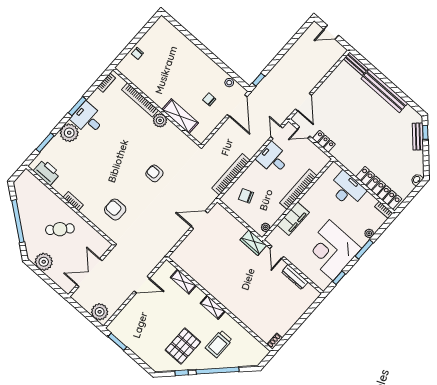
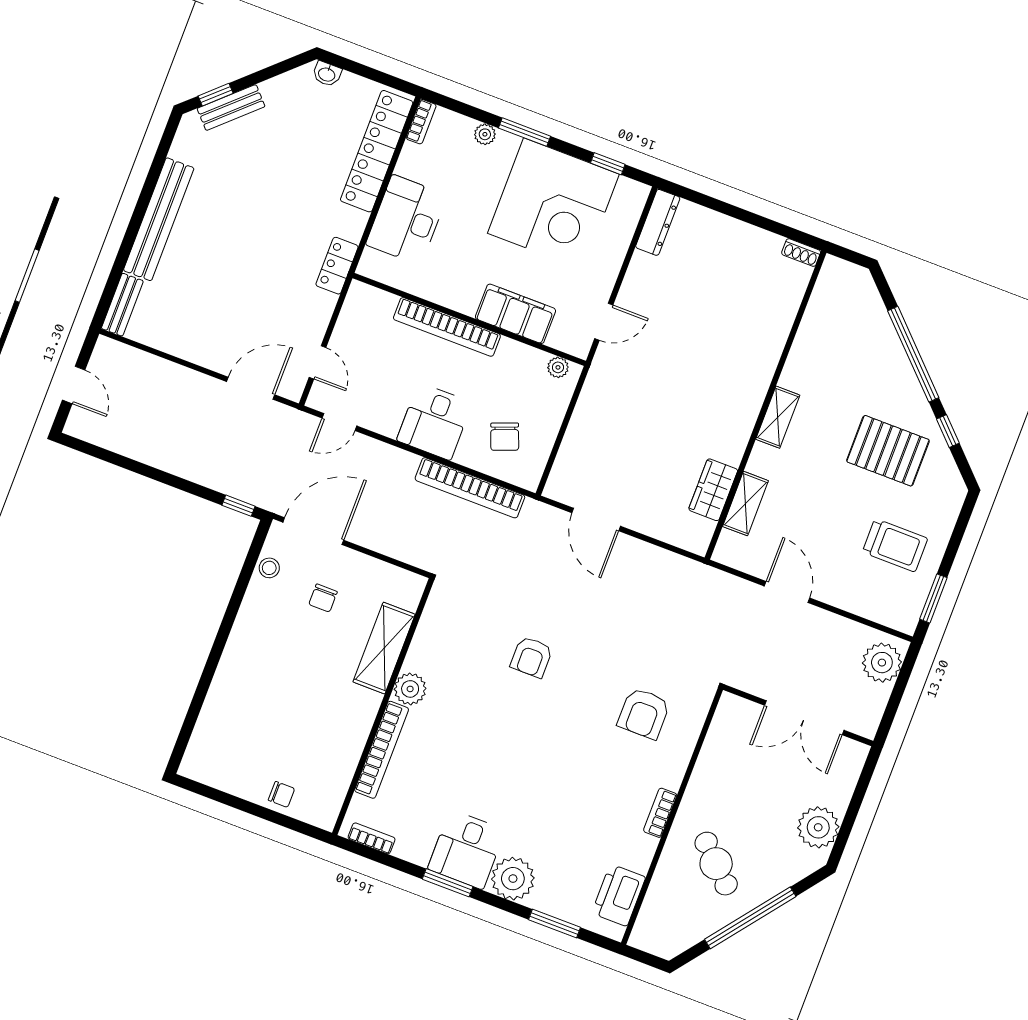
locker: (324, 141) -> (337, 266), moved
desk: (273, 159) -> (434, 422), moved
cafe table: (60, 229) -> (716, 864), moved
wardrobe: (253, 243) -> (713, 490), moved, turned 180
dresser: (295, 277) -> (658, 222), moved
trolley: (219, 344) -> (895, 545), moved

